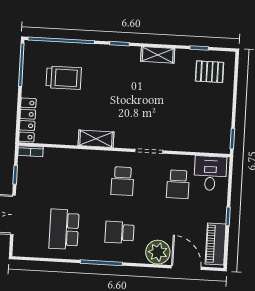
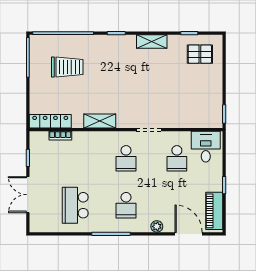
locker: (27, 120) -> (50, 121), moved, turned -90
bookcase: (31, 151) -> (60, 136), moved
school desk: (120, 232) -> (126, 205), turned -90
plant: (158, 252) -> (157, 226), width x0.53, depth x0.53

